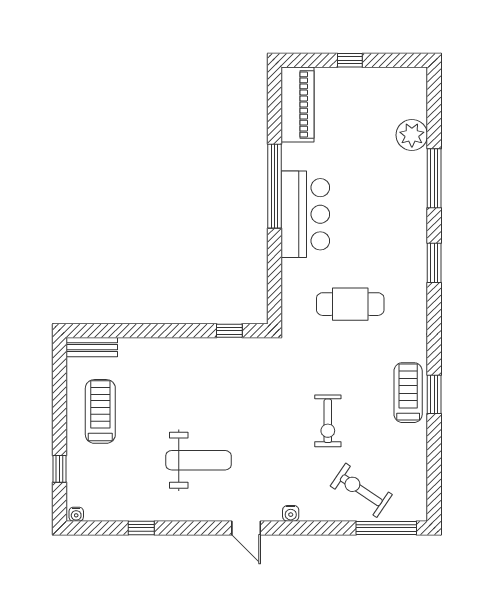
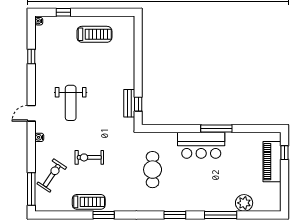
window: (350, 60) -> (285, 153), moved
piano: (298, 105) -> (272, 162), moved, turned 90
window: (275, 186) -> (216, 129), width x0.68
bench: (92, 347) -> (129, 103), moved
treadmill: (408, 393) -> (89, 202), moved
weight bench: (198, 460) -> (71, 103), moved

